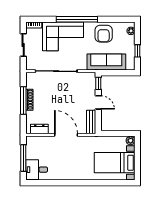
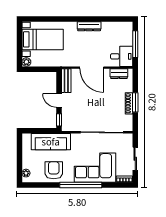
window: (137, 51) -> (19, 153), removed
window: (23, 101) -> (135, 102), width x0.69
desk: (37, 170) -> (122, 56), moved
dresser: (69, 176) -> (89, 26), added

